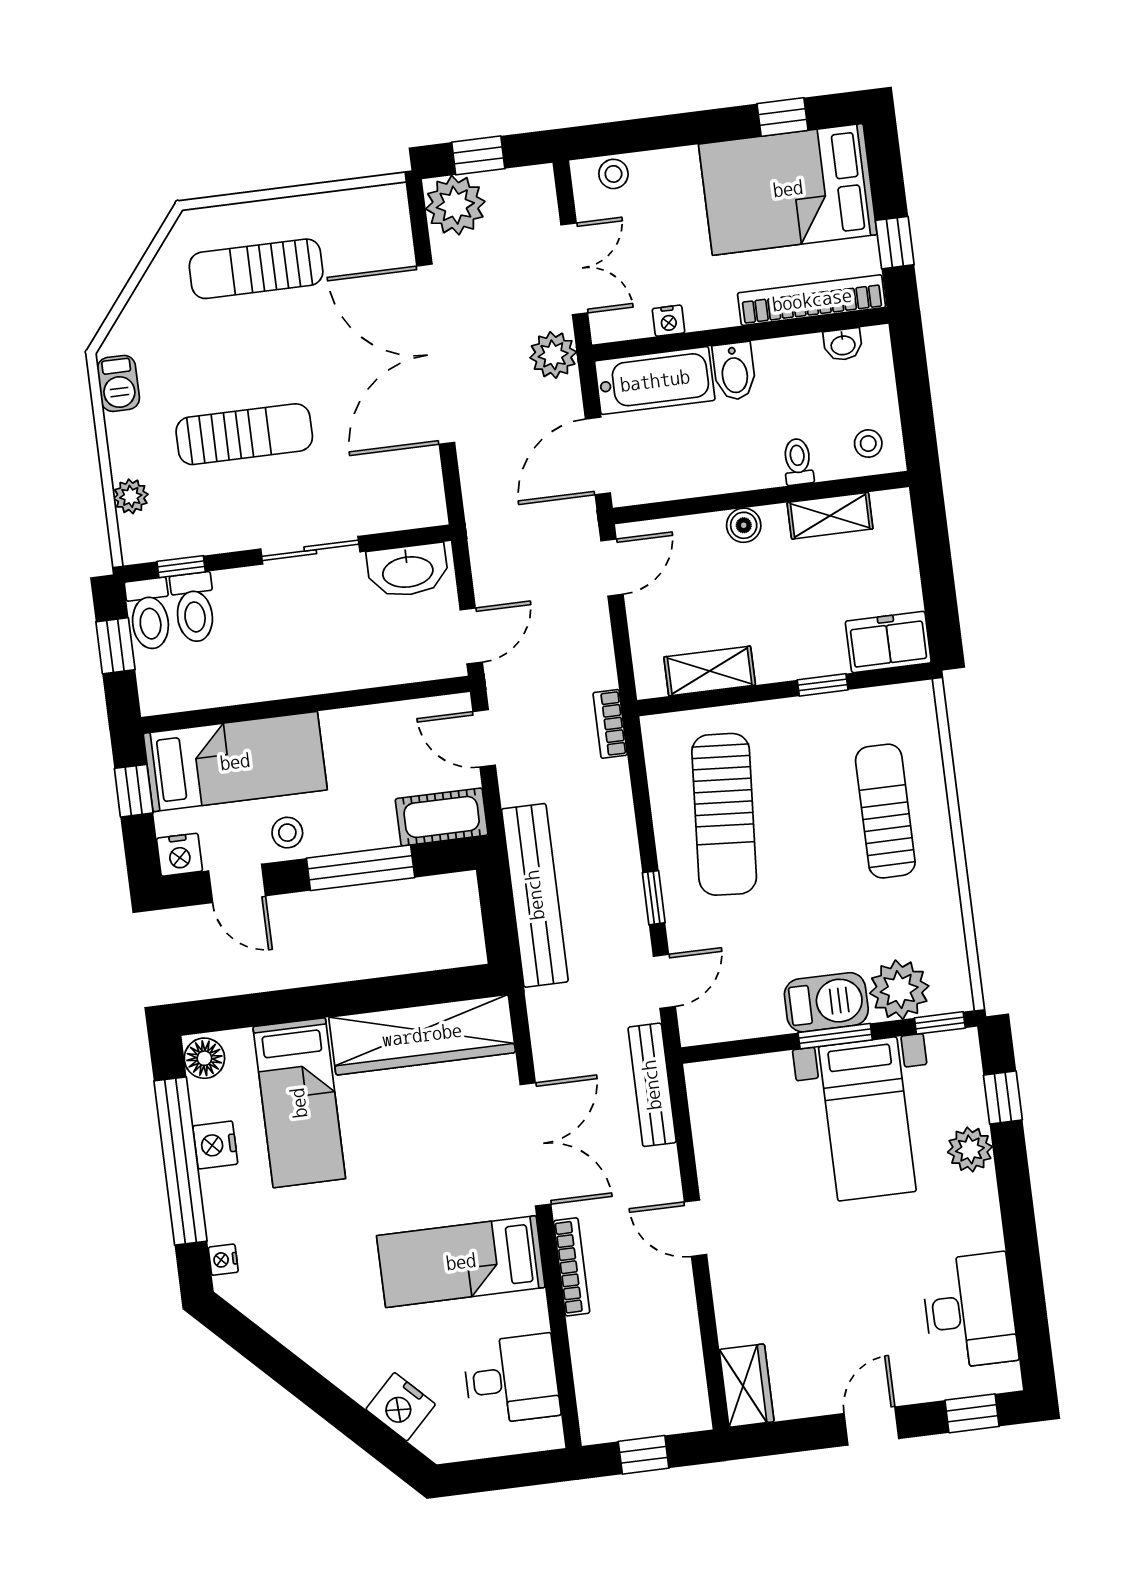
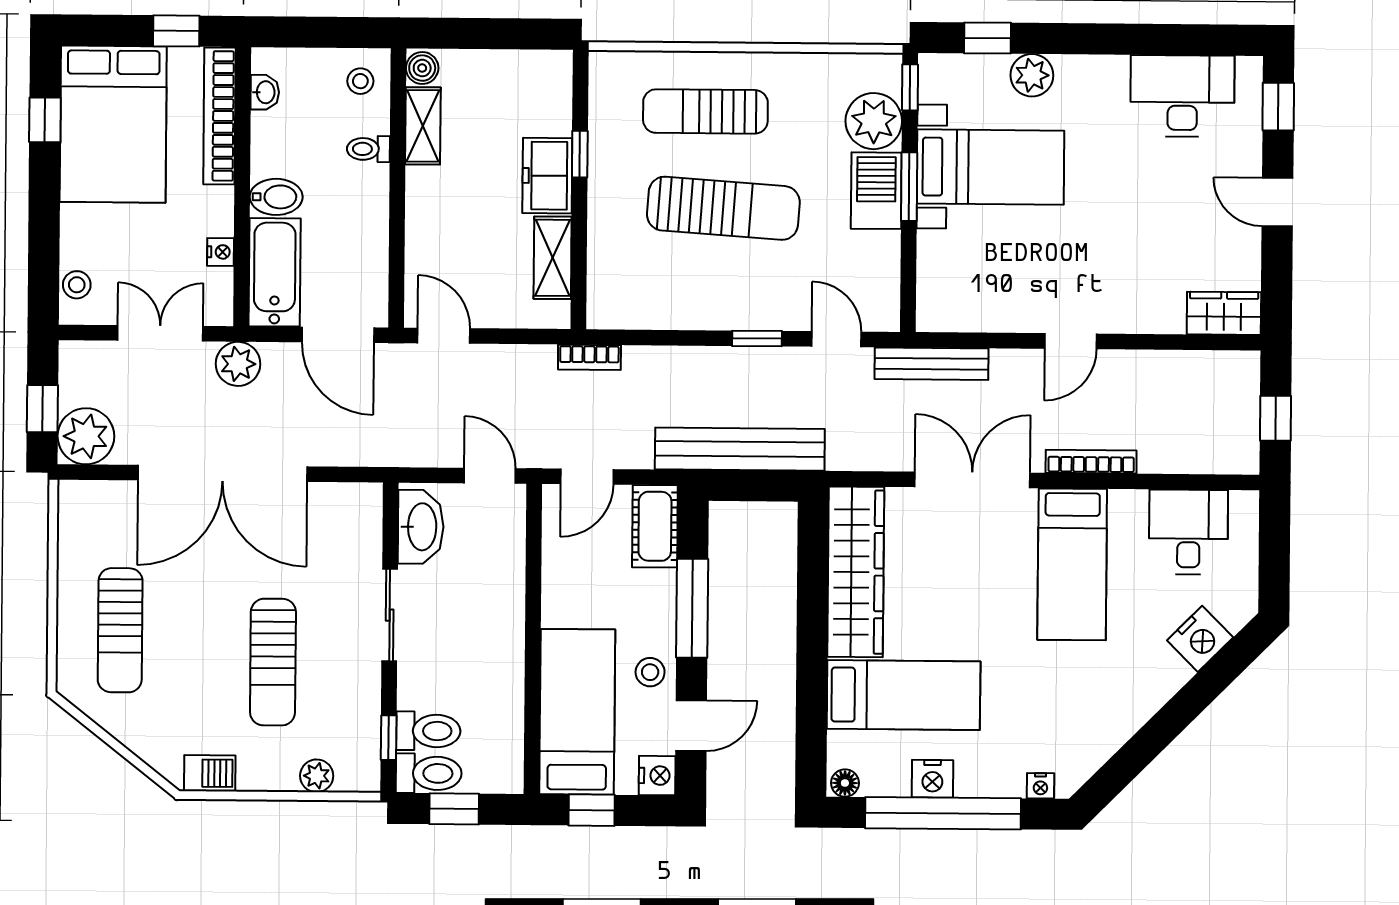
sun lounger: (244, 434) -> (273, 662), turned 180
boiler: (744, 525) -> (422, 68), moved
freezer: (888, 642) -> (547, 176), moved
sun lounger: (724, 814) -> (723, 208), moved
floor lamp: (204, 1058) -> (845, 783), width x0.73, depth x0.73

